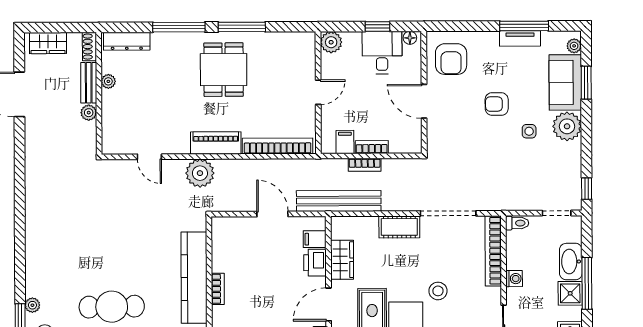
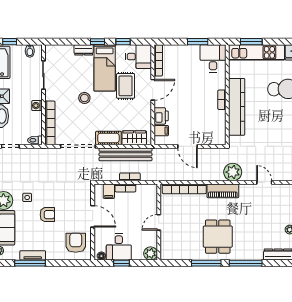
filing cabinet: (345, 142) -> (109, 191), moved
bench: (339, 201) -> (125, 154), moved
wardrobe: (342, 260) -> (134, 138), moved, turned 90

